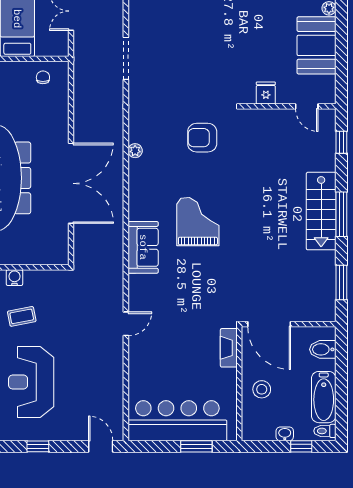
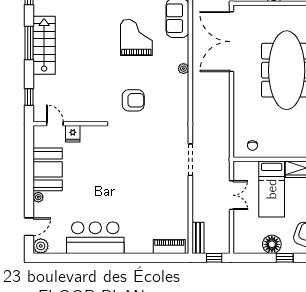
fridge: (266, 93) -> (73, 134), moved
plant: (135, 151) -> (183, 69), moved
double door: (71, 183) -> (231, 42), moved
grand piano: (198, 222) -> (136, 37), turned 180

